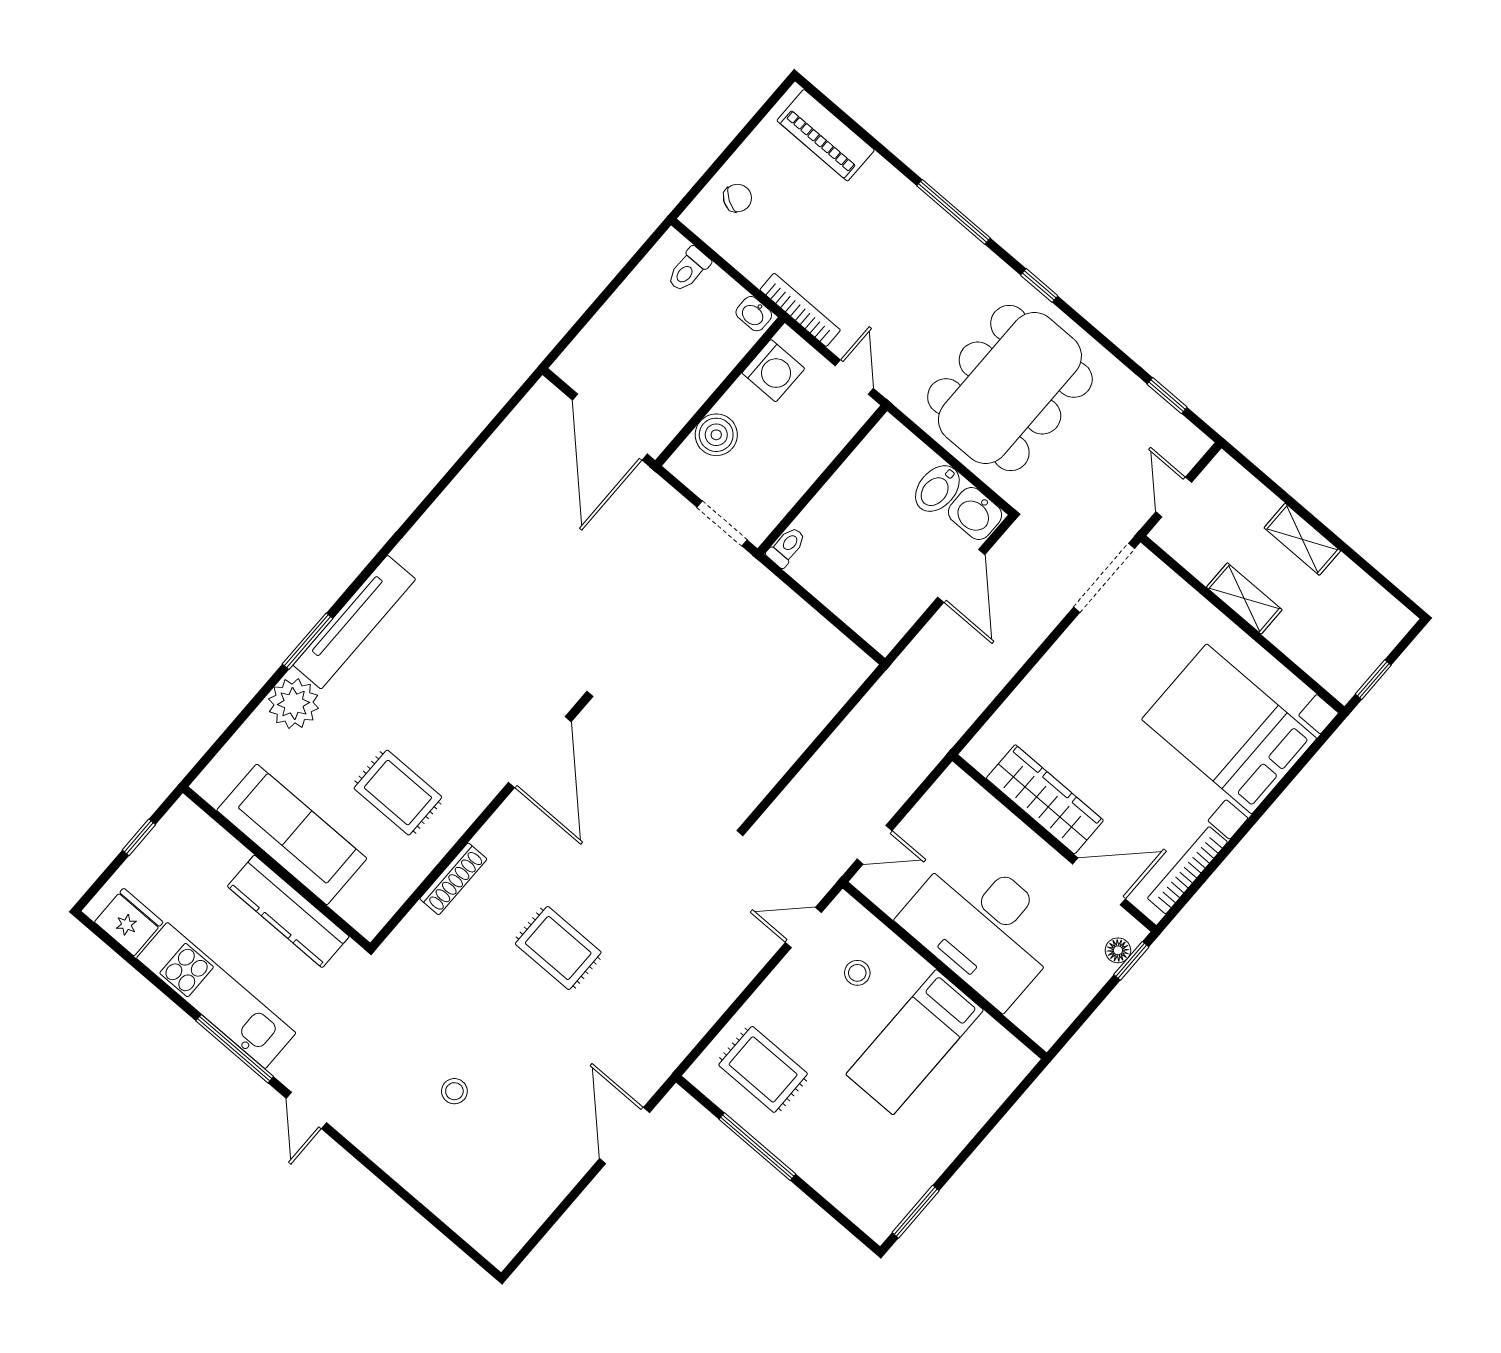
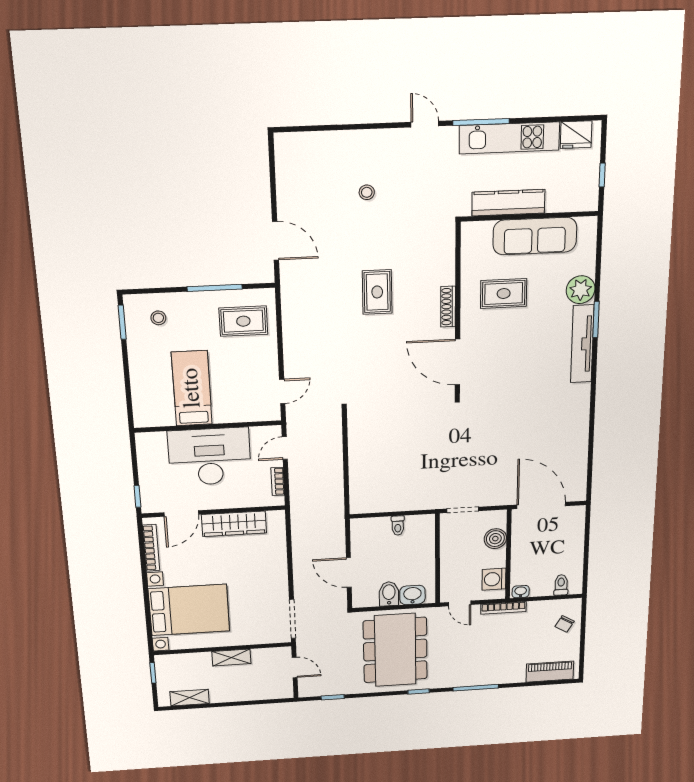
washbasin: (975, 513) -> (412, 595), moved
shelving: (1302, 539) -> (190, 698), moved
toilet: (786, 547) -> (398, 525), moved
bookcase: (929, 805) -> (278, 481), added
shoe rack: (453, 879) -> (448, 307), moved
rug: (558, 948) -> (377, 292), turned 90
floor lamp: (1118, 950) -> (147, 495), removed
stool: (857, 973) -> (158, 318), moved

